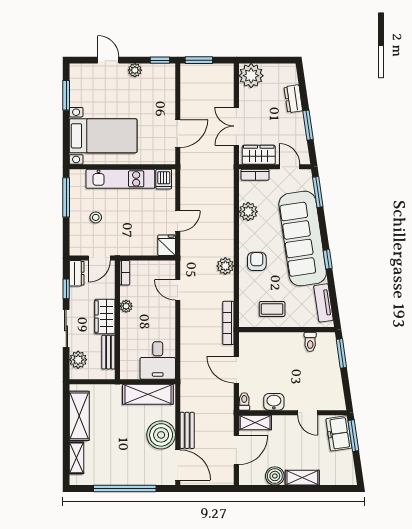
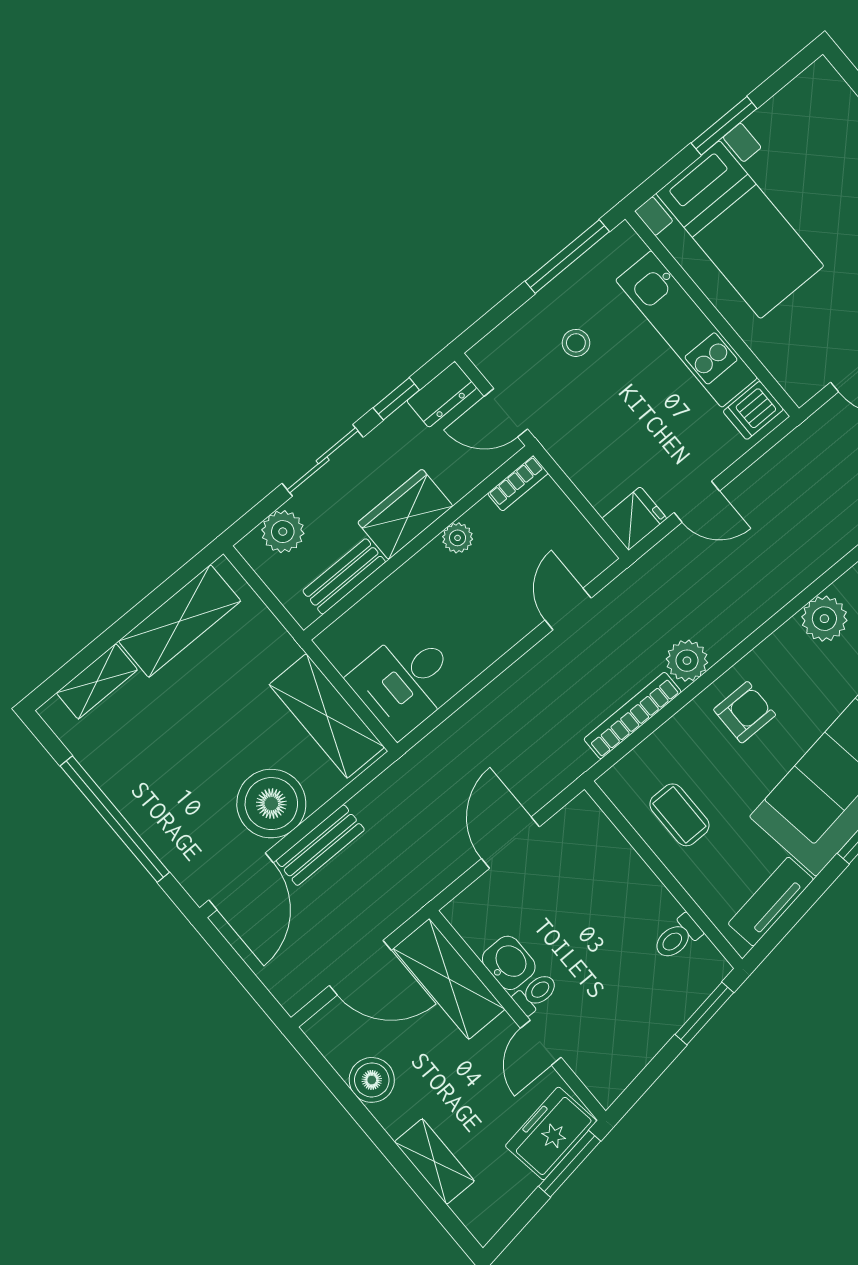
window: (66, 95) -> (724, 126), moved
bookcase: (228, 323) -> (633, 716), moved
toilet: (244, 401) -> (536, 993), moved
shelving: (255, 423) -> (449, 979), width x1.50, depth x1.33
shelving: (302, 478) -> (434, 1162), moved

